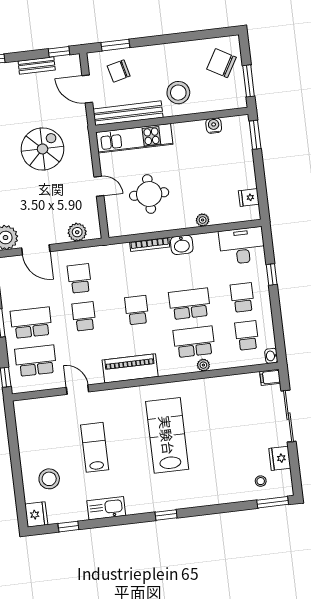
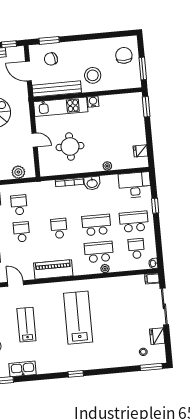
chair: (222, 63) -> (124, 55), turned 60
water cooler: (214, 126) -> (93, 102), moved
school desk: (242, 298) -> (134, 222), width x1.85
kitchen sink: (106, 508) -> (23, 369), moved

